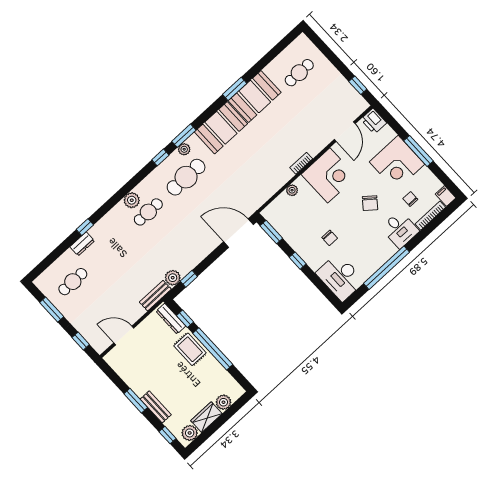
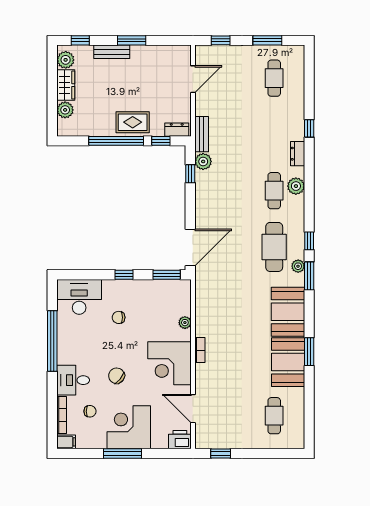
dresser: (82, 244) -> (298, 154), moved
dresser: (171, 319) -> (177, 130), width x0.70

